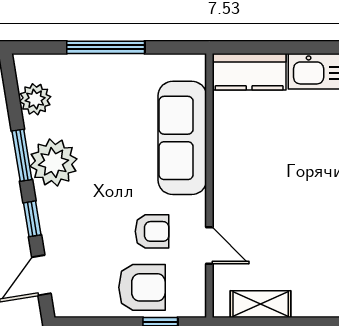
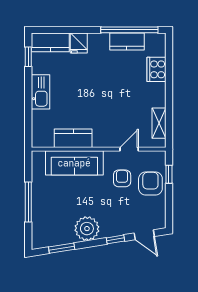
kitchen counter: (249, 72) -> (73, 138), moved, turned -90
plant: (35, 99) -> (55, 238), removed
window: (22, 155) -> (62, 248), moved

